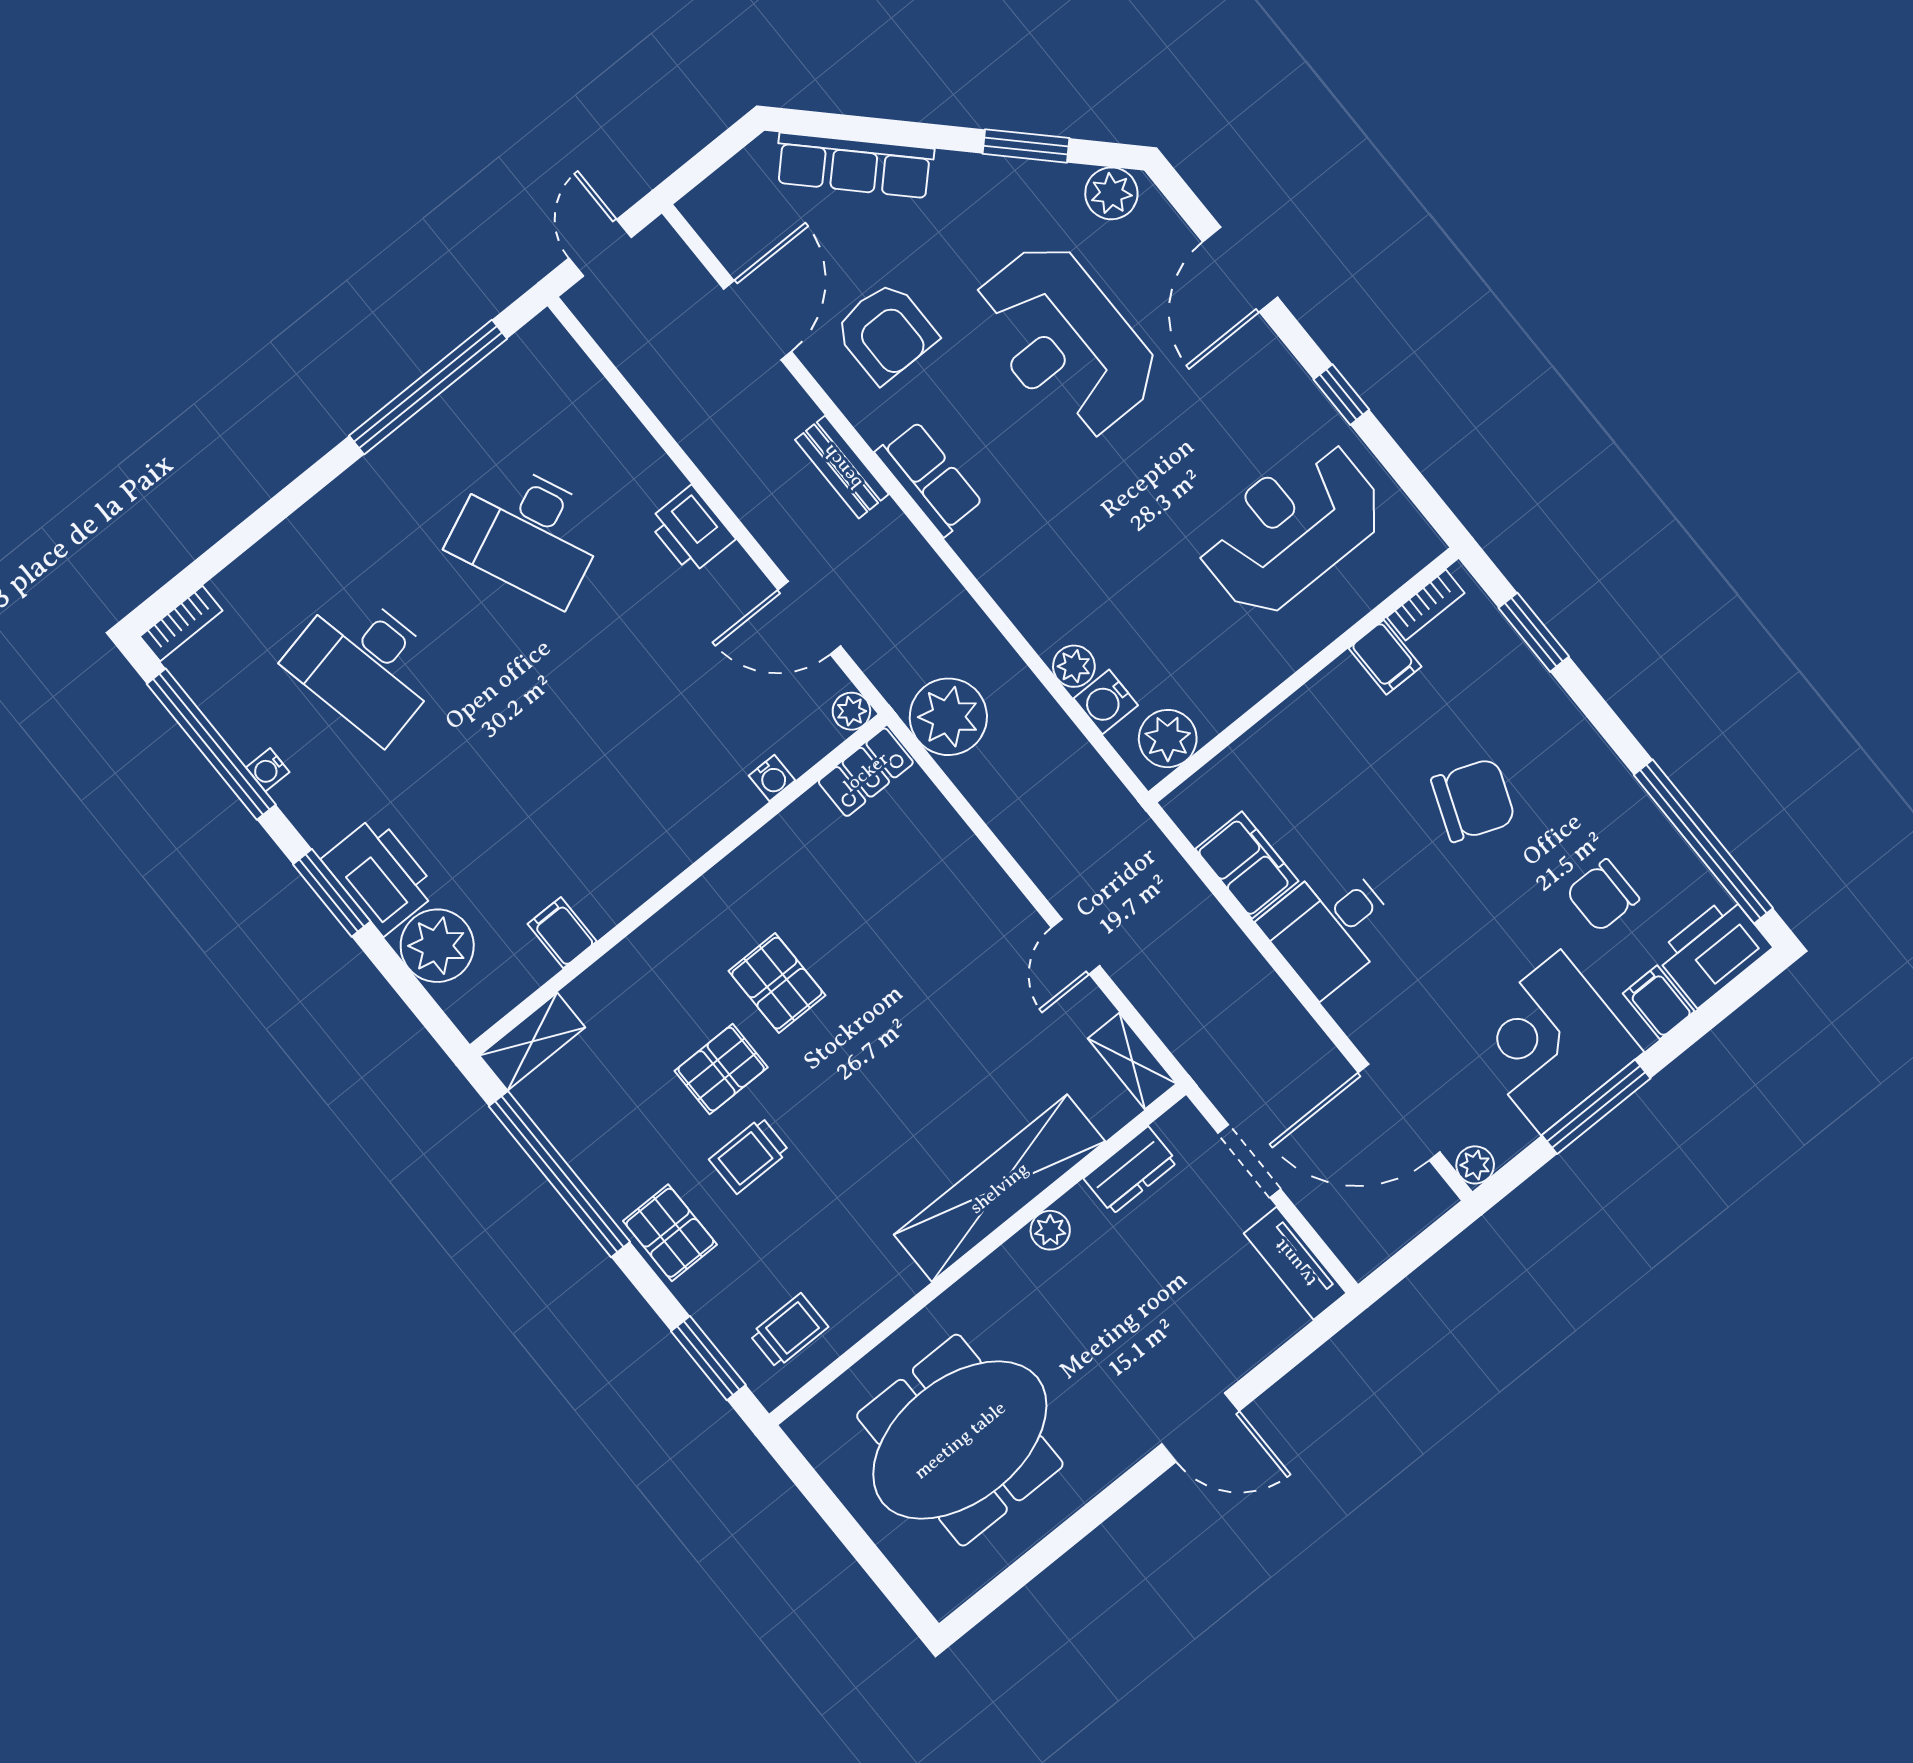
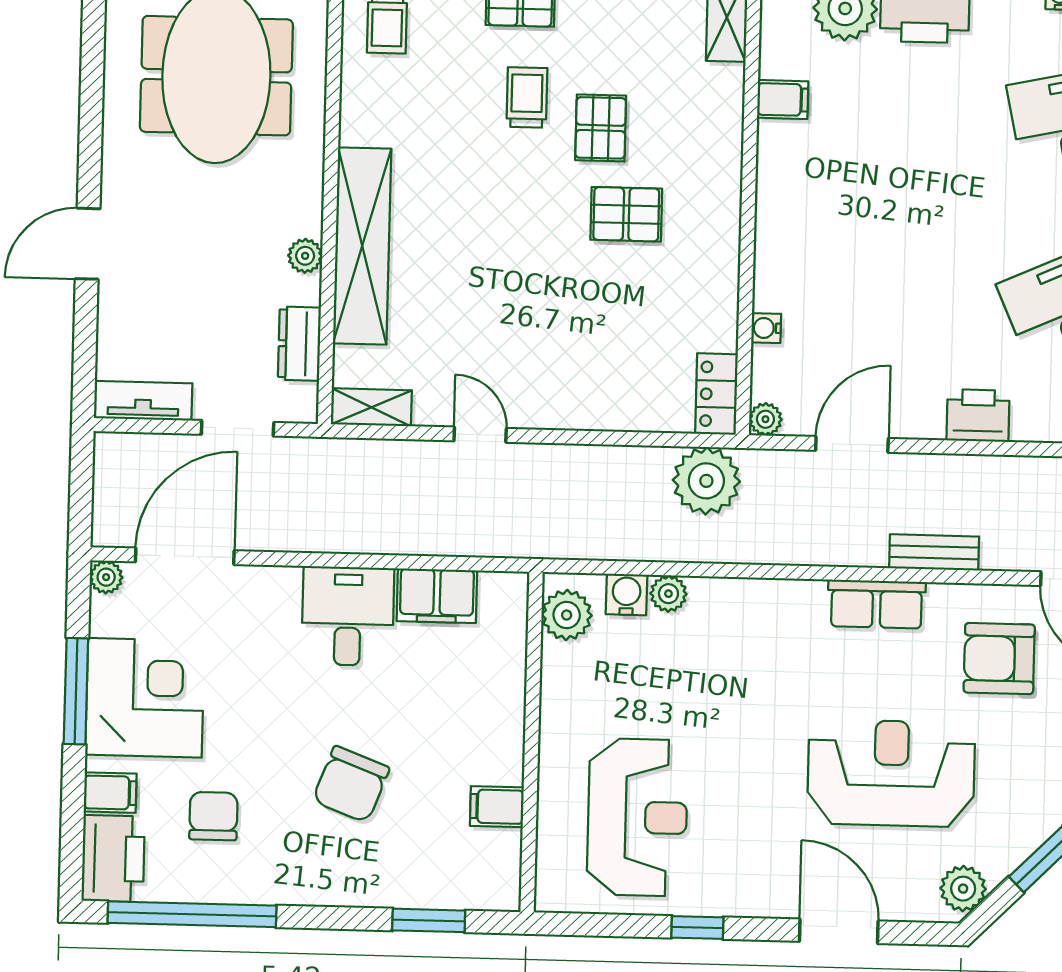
bookcase: (1426, 605) -> (509, 864), removed

